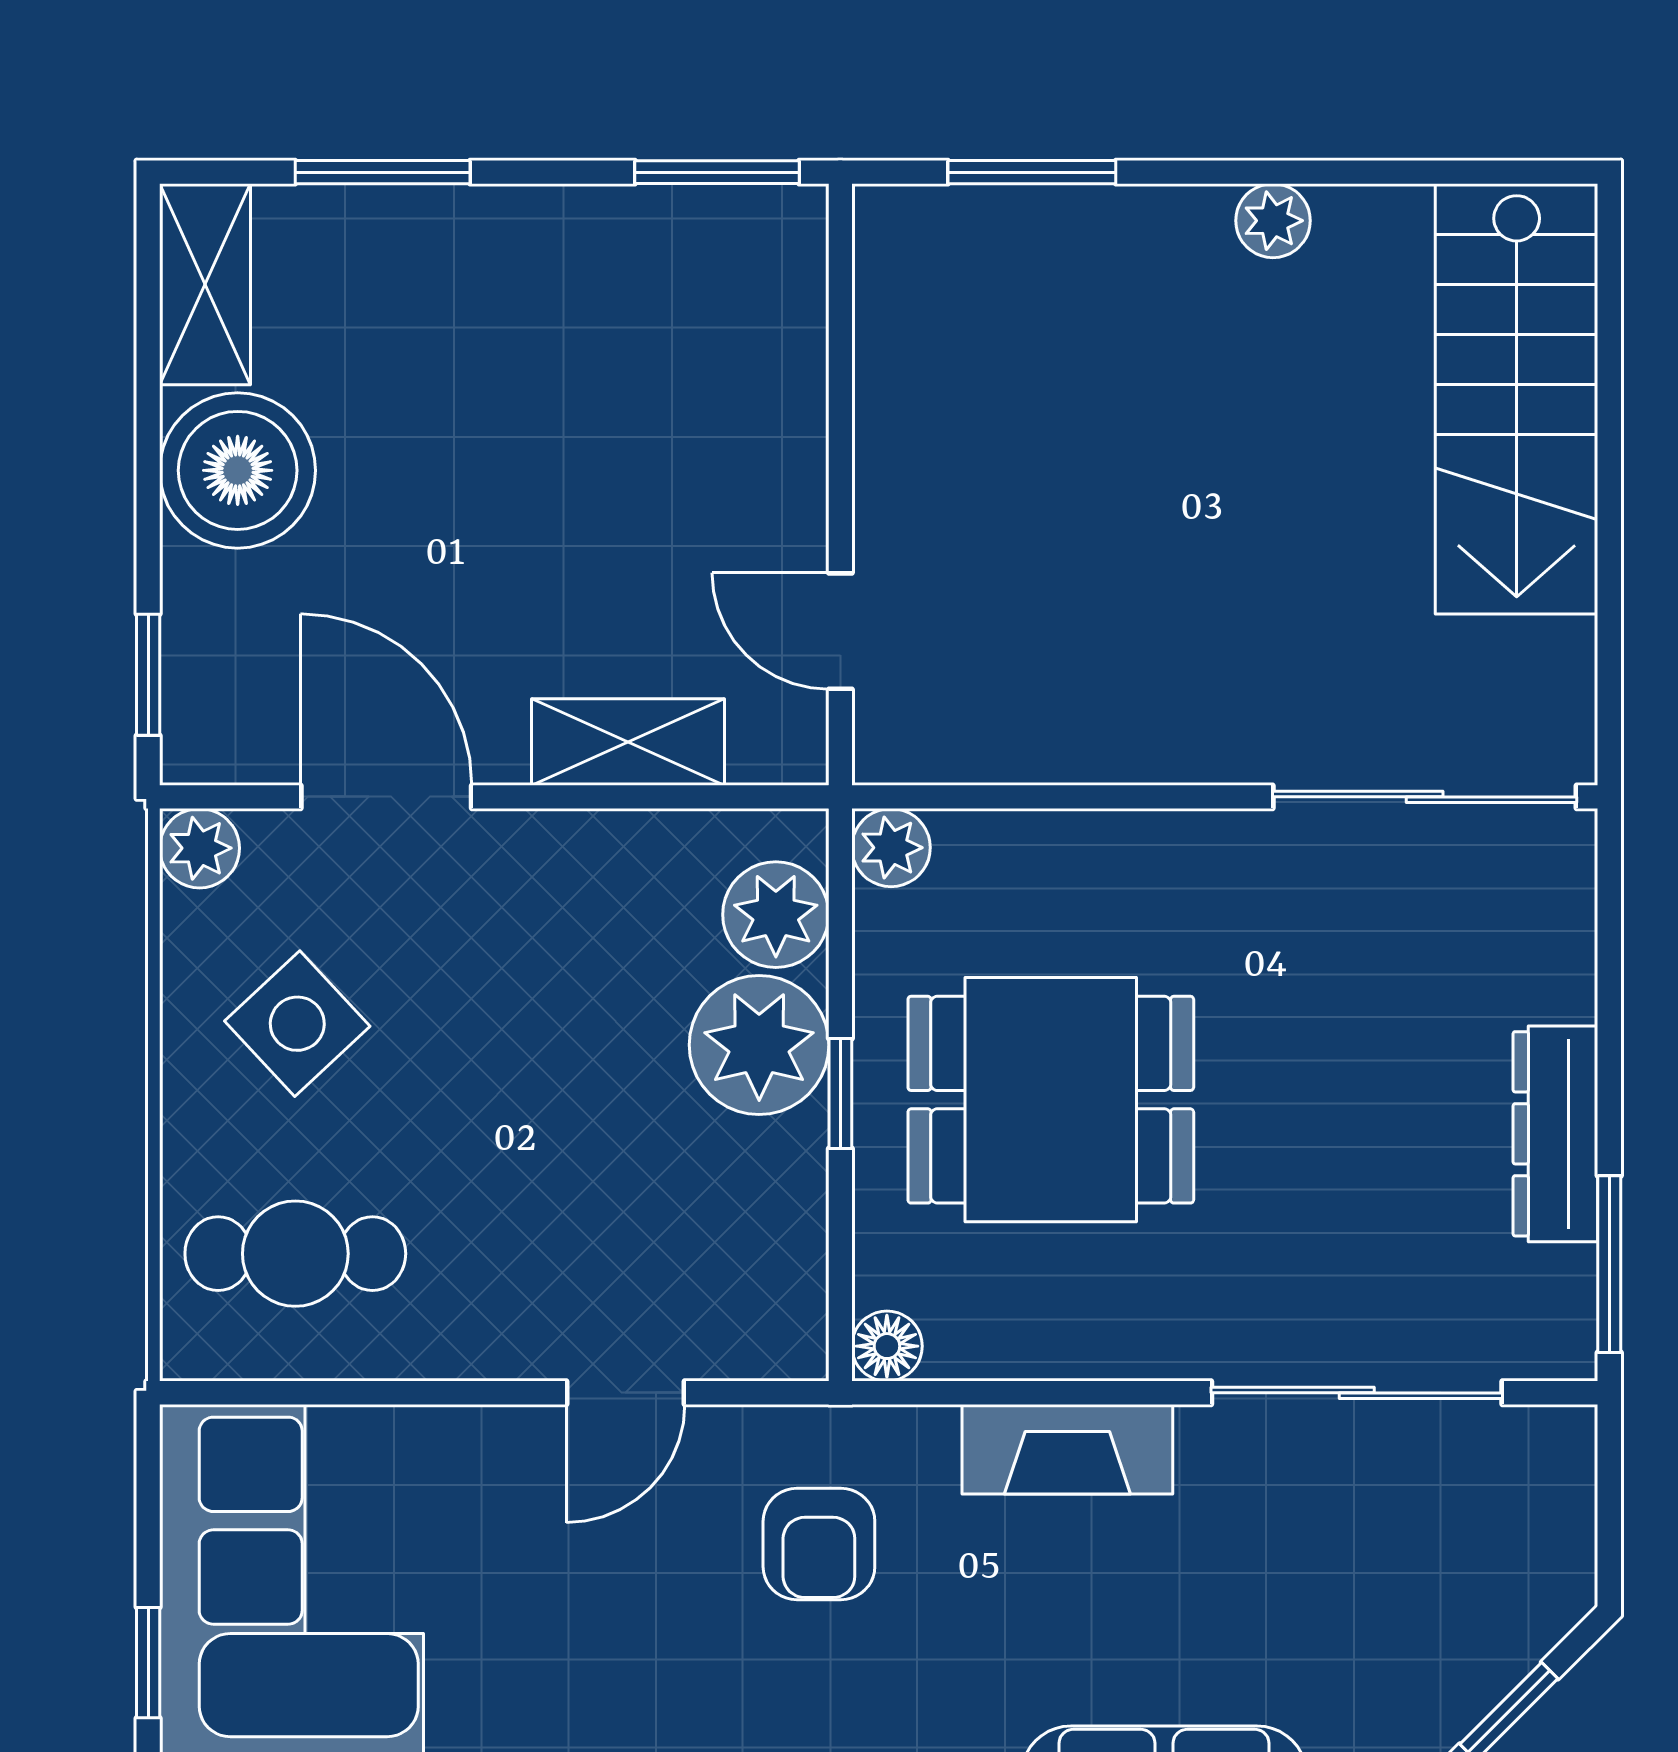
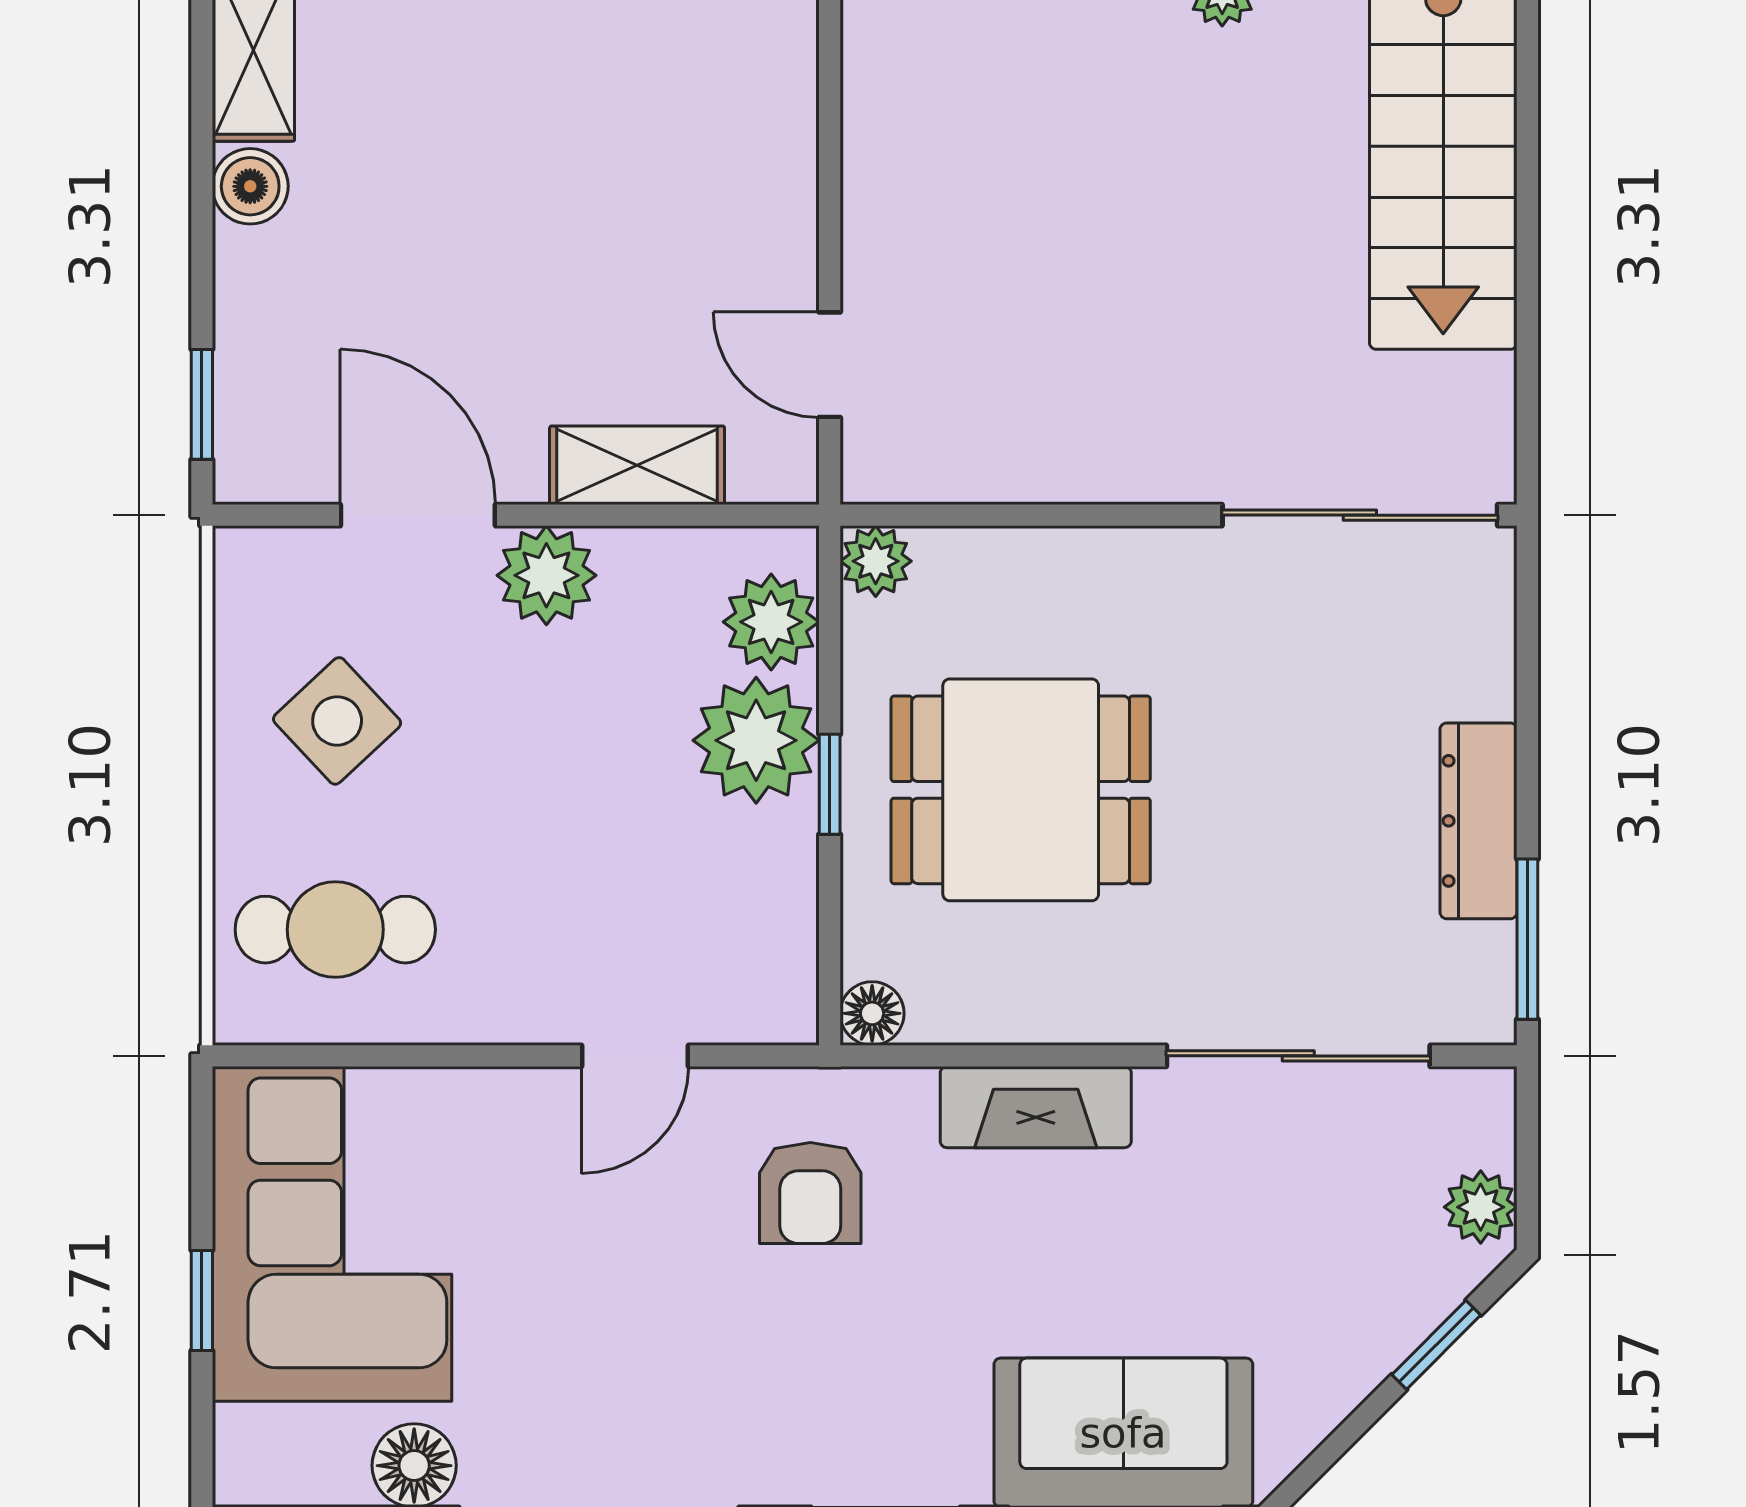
boiler: (238, 470) -> (250, 186), width x0.54, depth x0.54
plant: (200, 848) -> (546, 575), moved, width x1.38, depth x1.38
plant: (1558, 1559) -> (1481, 1207), added

